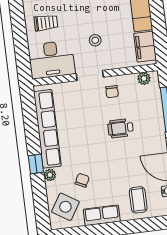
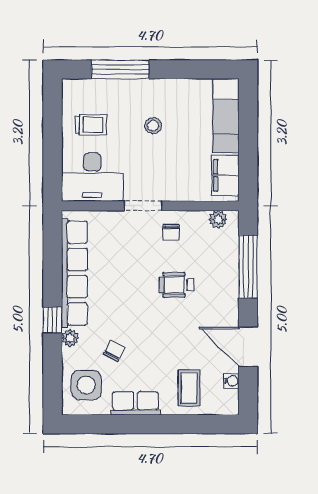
stool: (95, 40) -> (153, 126), moved
side table: (65, 207) -> (86, 385), turned -32

